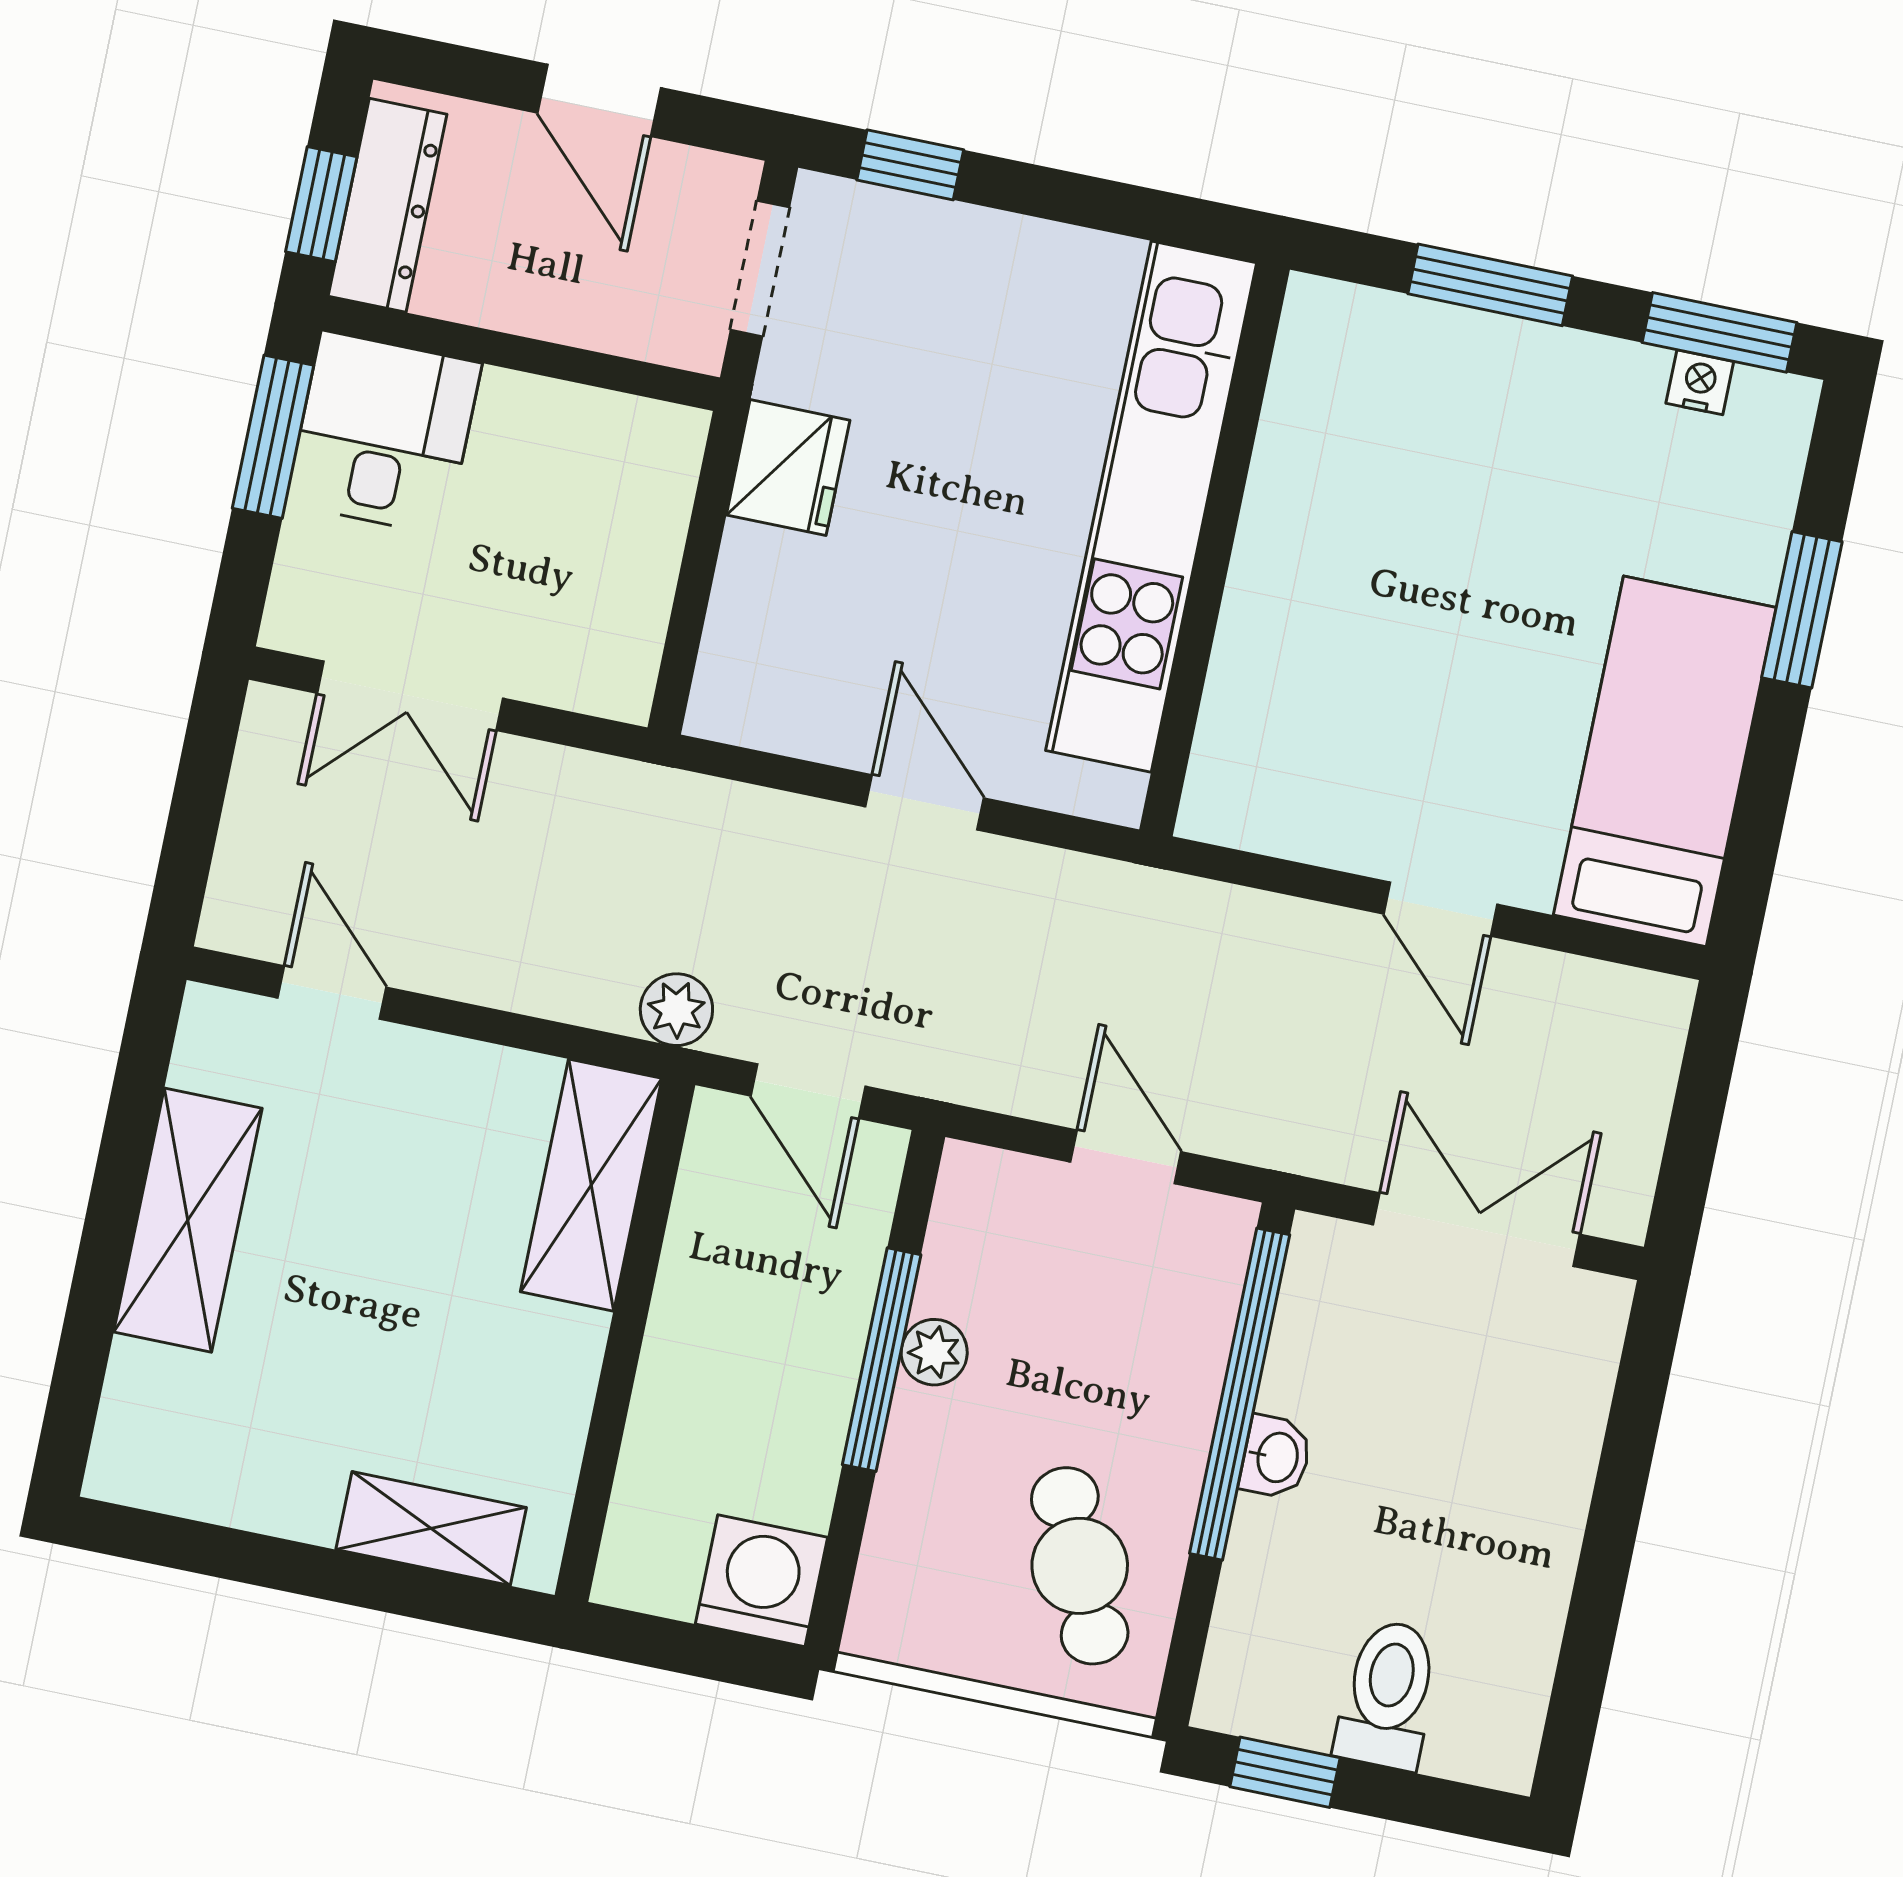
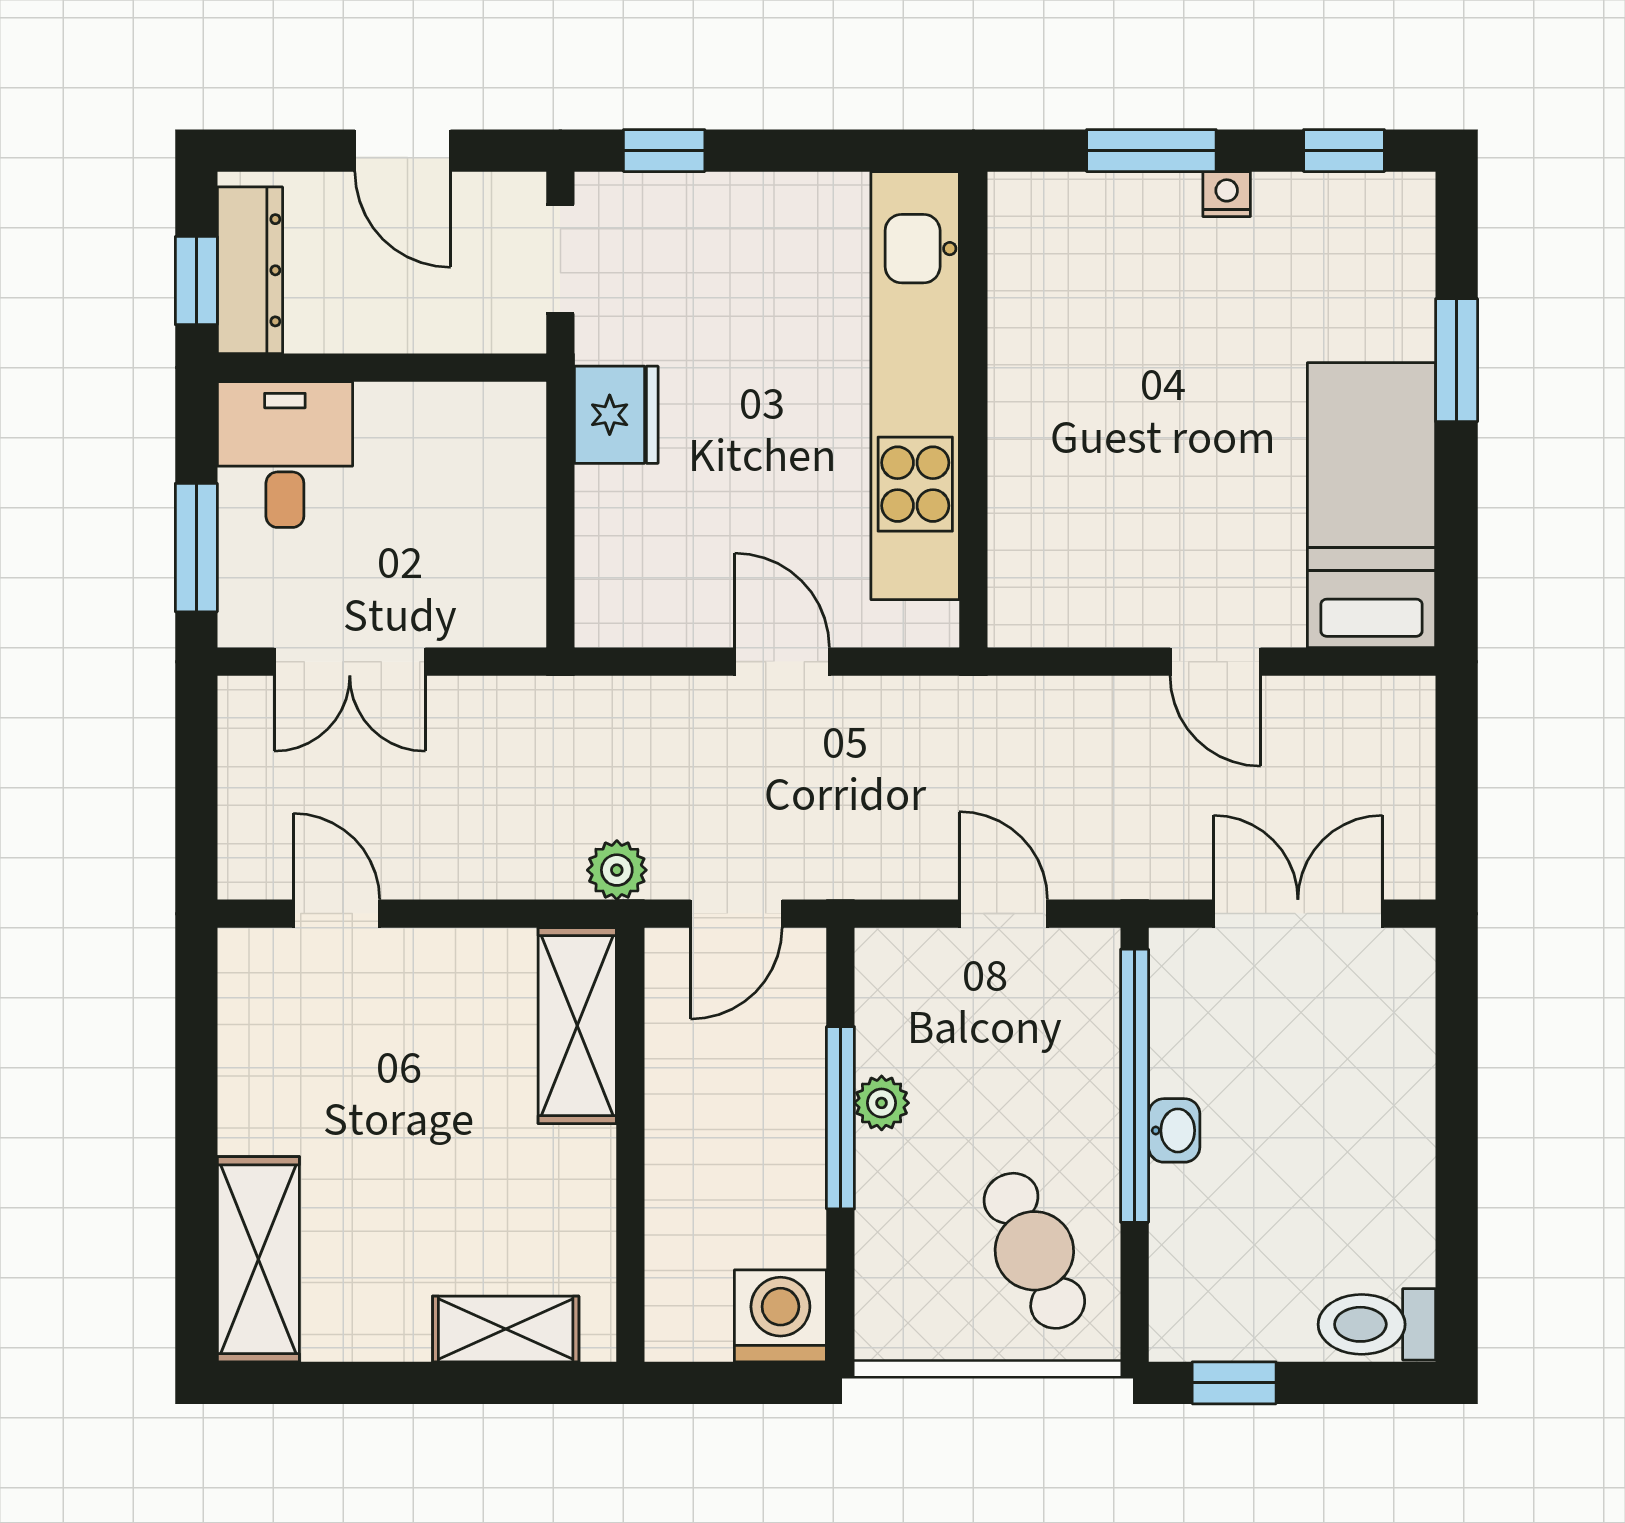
window: (1720, 332) -> (1344, 151), width x0.67
nightstand: (1700, 382) -> (1227, 194), moved
window: (273, 437) -> (196, 548), moved
door: (808, 1091) -> (736, 914), hinge flipped
shelving: (188, 1220) -> (258, 1259), moved
toilet: (1388, 1695) -> (1377, 1324), moved, turned -90

